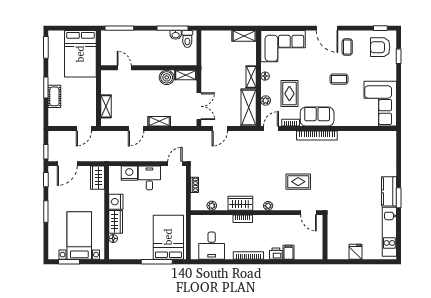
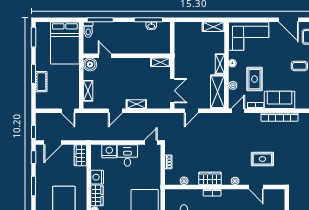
toilet: (187, 39) -> (88, 30), moved
boiler: (167, 77) -> (90, 64), moved
door: (84, 129) -> (68, 111), hinge flipped
door: (308, 213) -> (256, 187), moved

